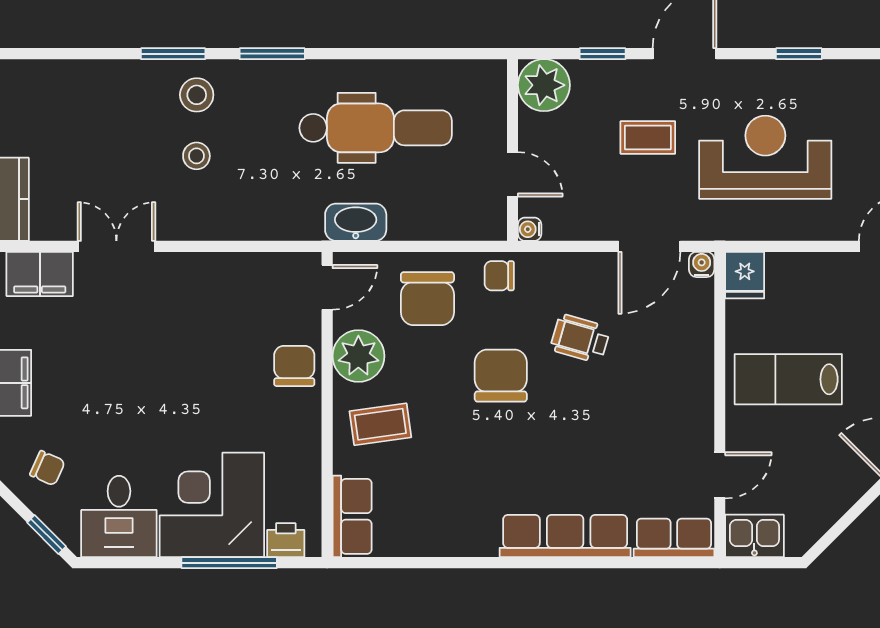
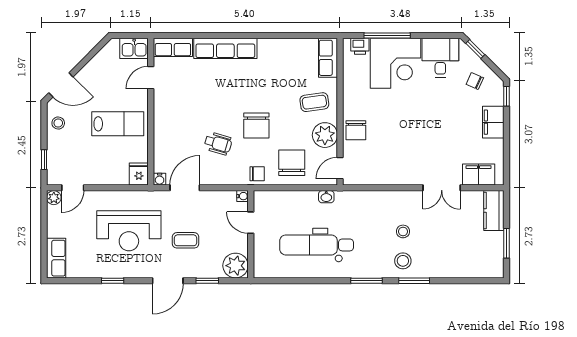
washbasin: (356, 222) -> (326, 197), width x0.52, depth x0.69

